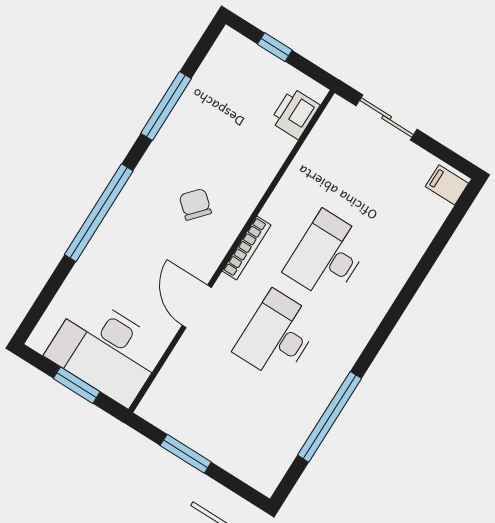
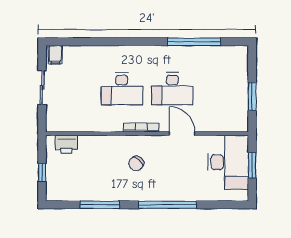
sliding door: (387, 117) -> (42, 88), moved
door: (197, 306) -> (182, 134), swing flipped

